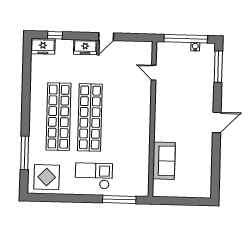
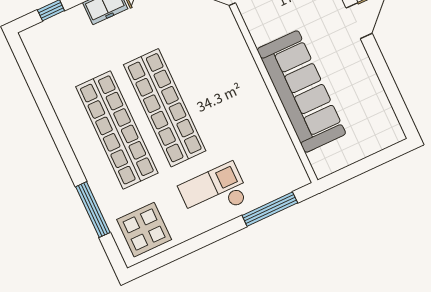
freezer: (43, 46) -> (41, 36), removed
sofa: (164, 161) -> (301, 91), width x1.85, depth x1.27

